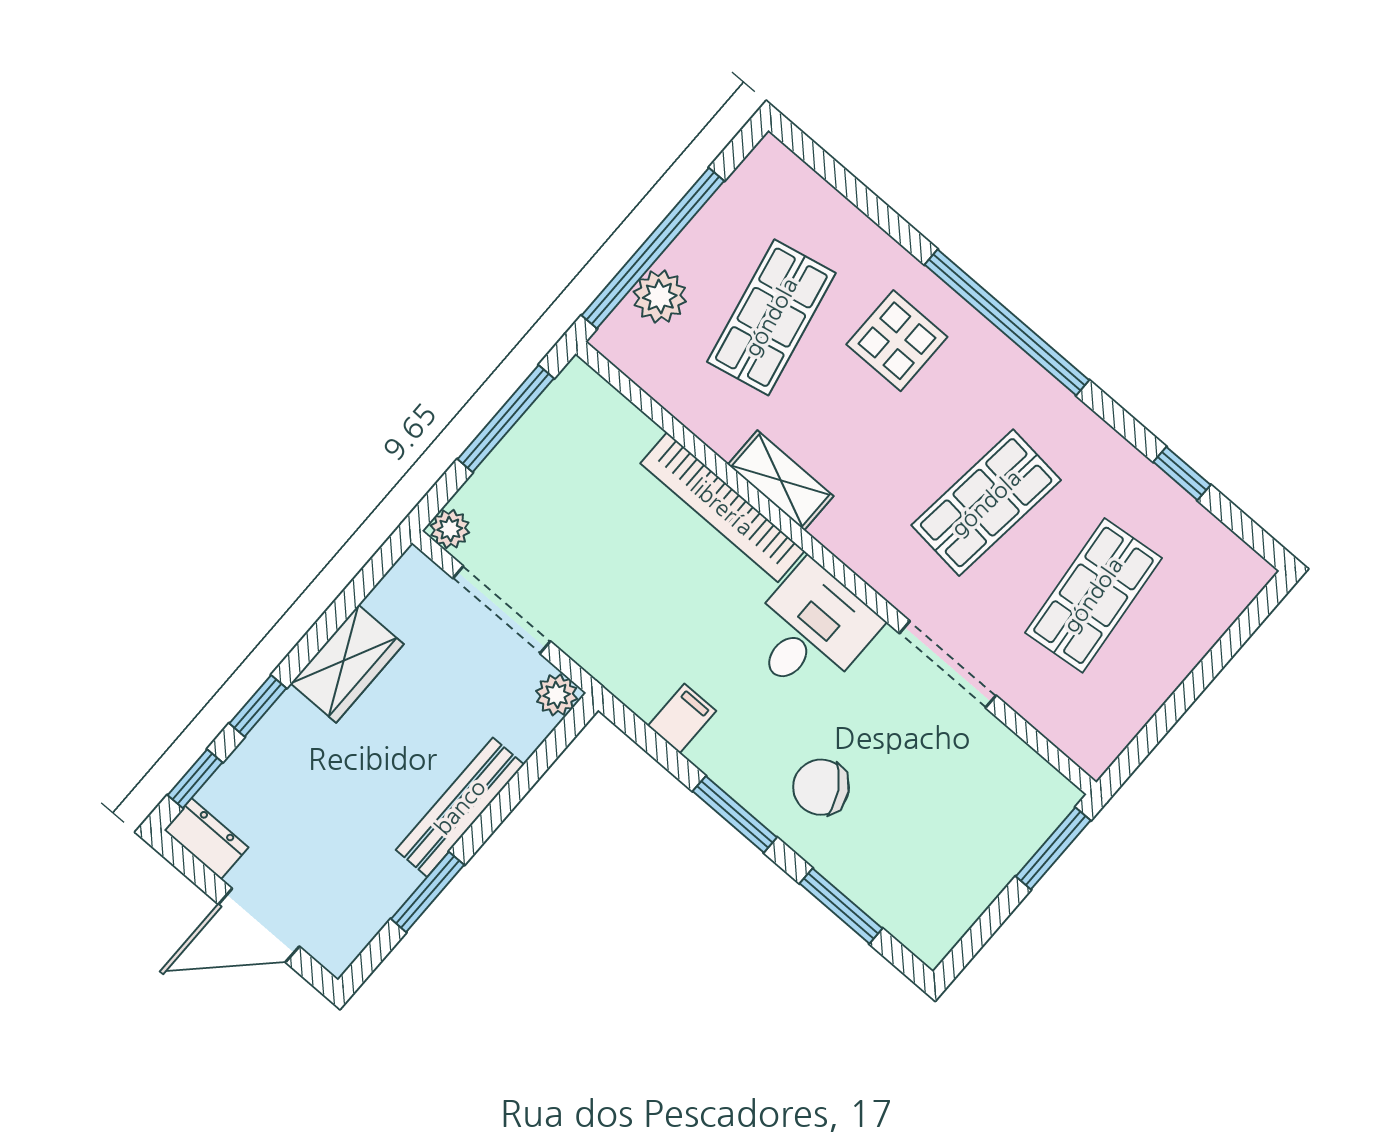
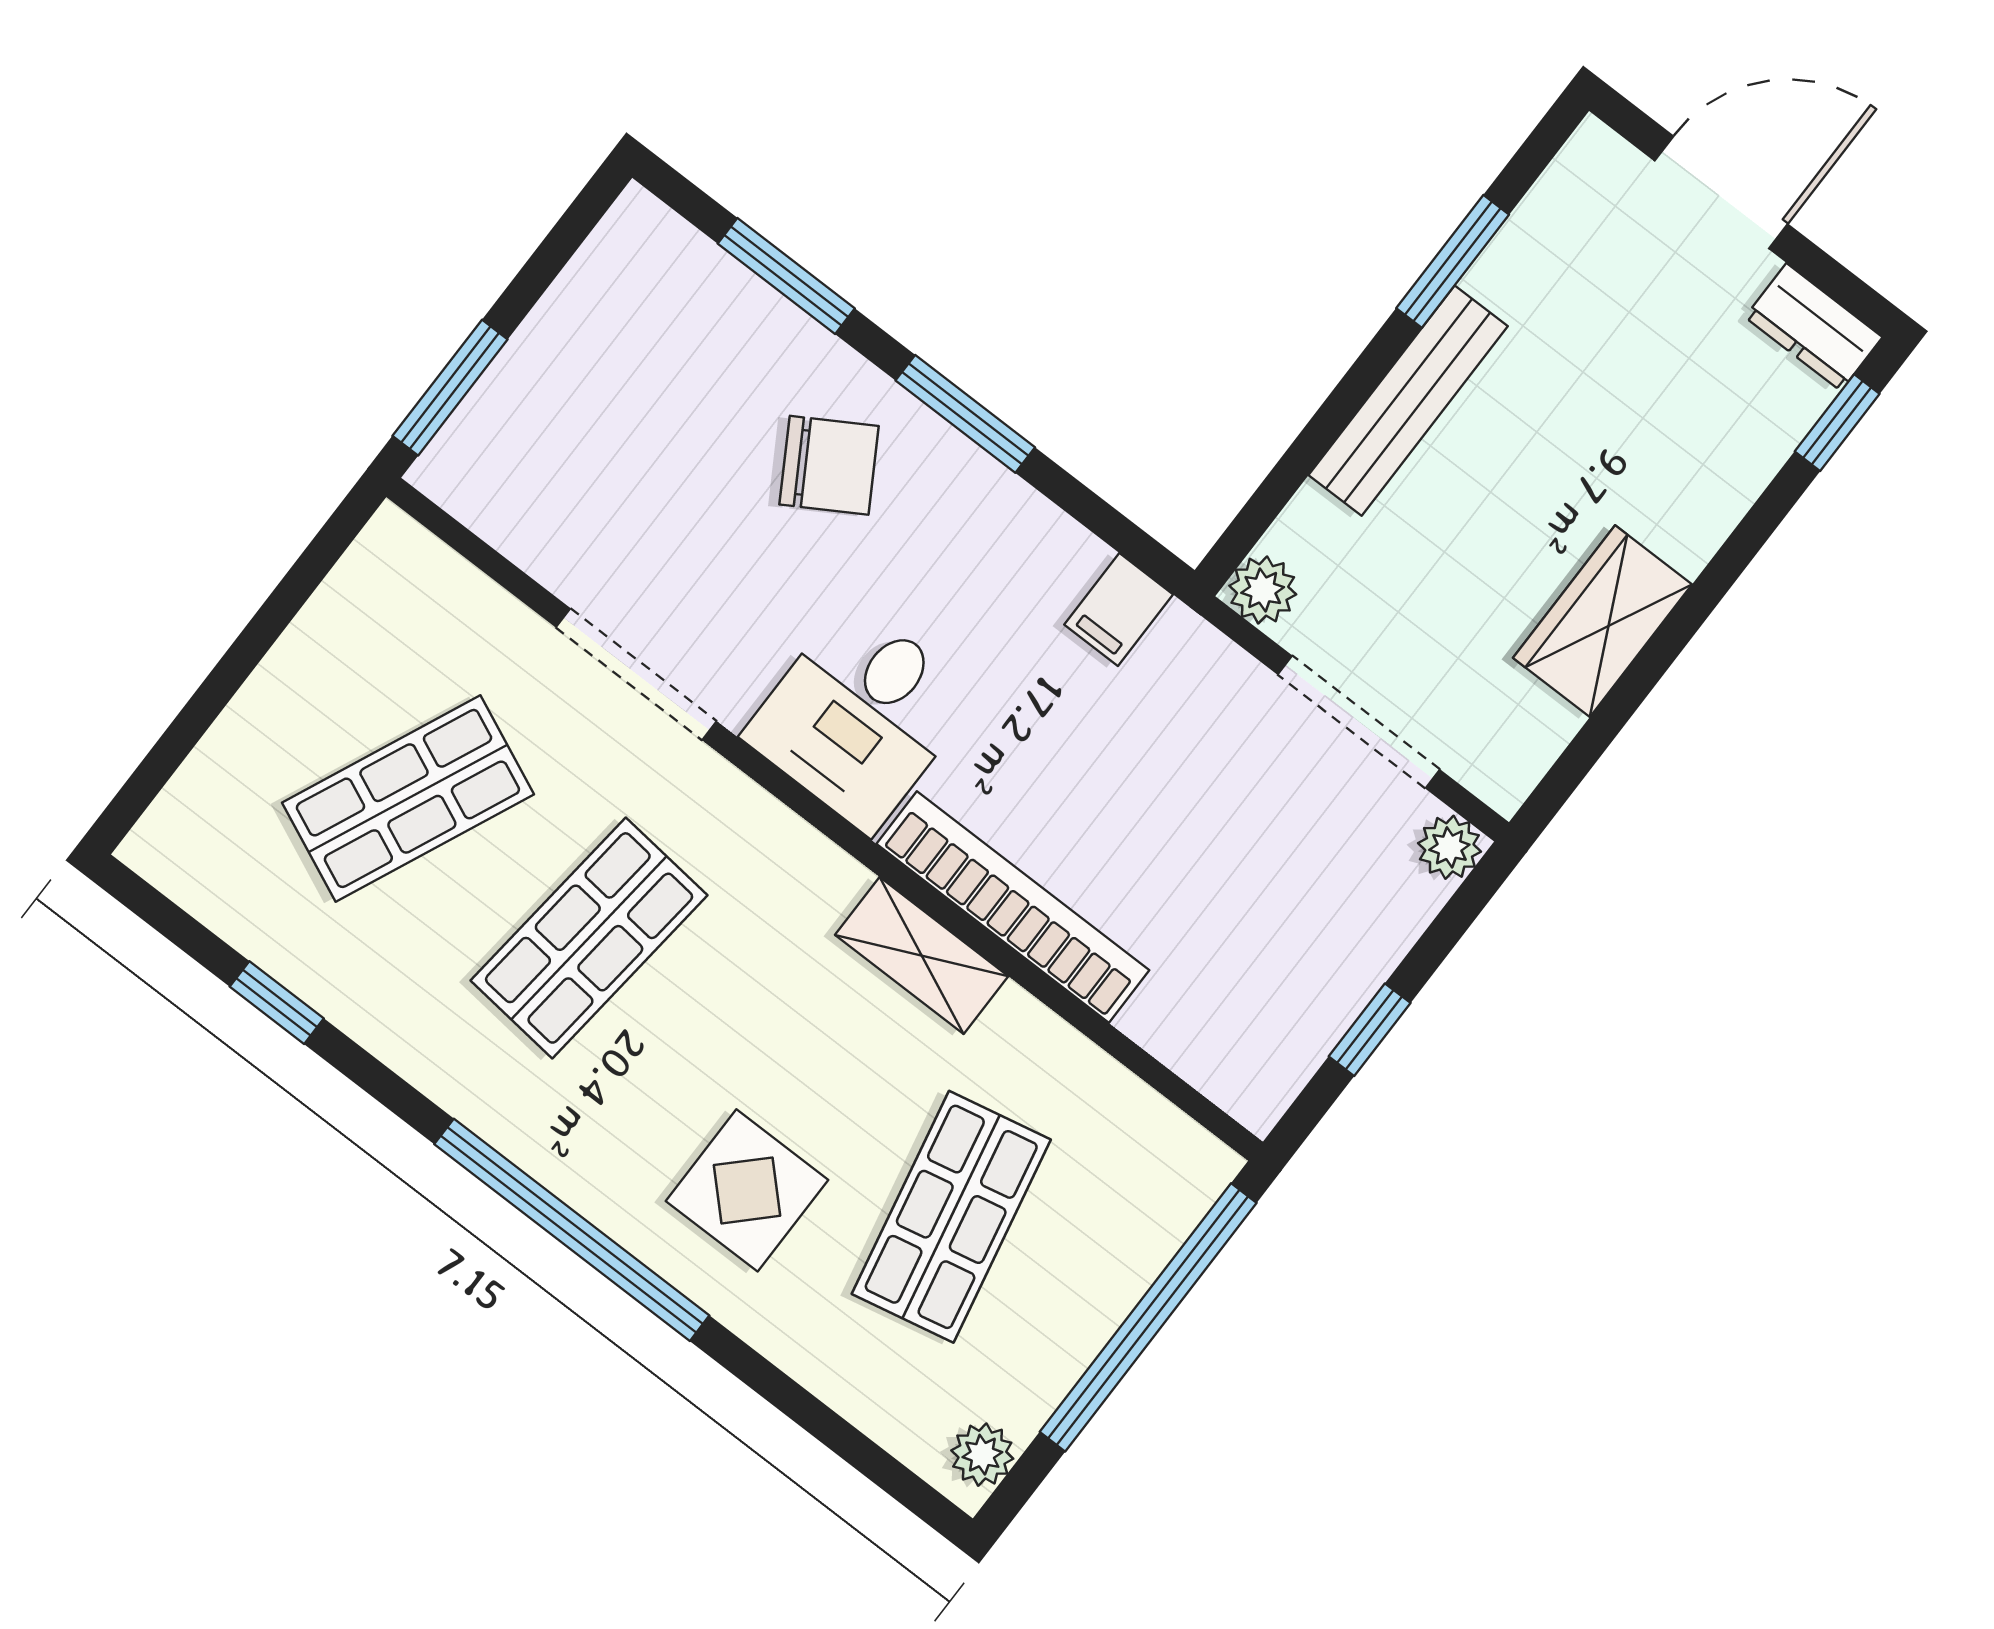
plant: (660, 297) -> (982, 1455), moved, width x0.73, depth x0.73
window: (506, 419) -> (1370, 1030), width x0.46
shop shelf: (1093, 595) -> (408, 798), turned 30
window: (258, 706) -> (1742, 546), removed
filing cabinet: (682, 718) -> (1119, 609), moved

